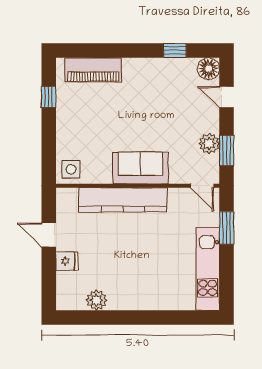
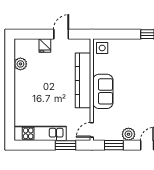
plant: (209, 144) -> (128, 134), moved

